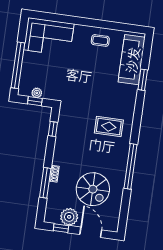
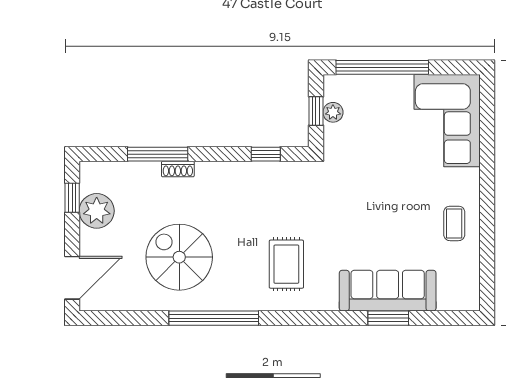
sofa: (132, 60) -> (388, 291), moved
spiral stairs: (93, 189) -> (179, 257), moved, turned 90
door: (91, 232) -> (72, 278), moved

